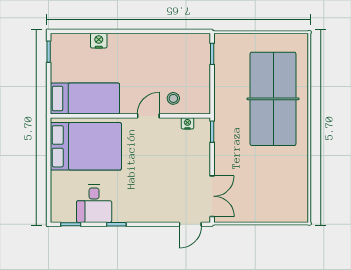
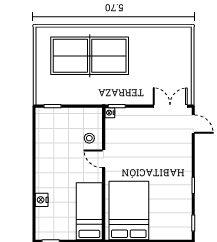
nightstand: (187, 123) -> (110, 113), moved
desk: (94, 204) -> (176, 204), removed

